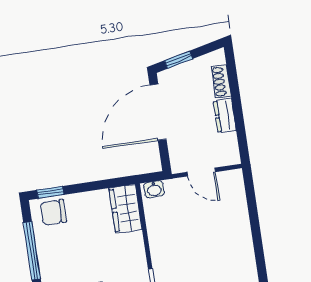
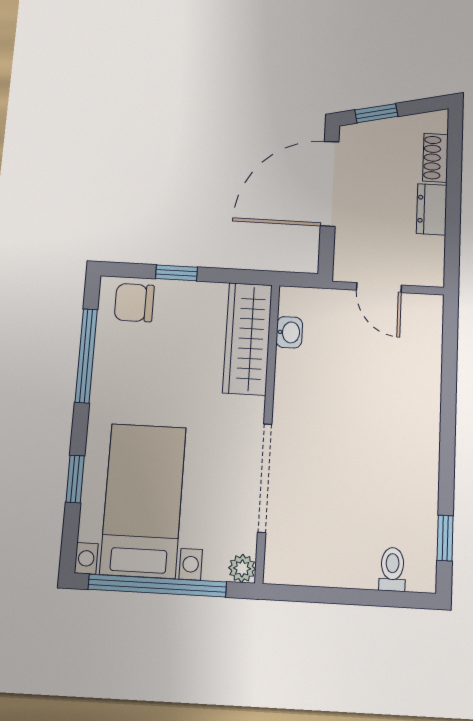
washbasin: (154, 189) -> (289, 332), moved, turned -90
window: (50, 192) -> (177, 273), moved
wardrobe: (126, 209) -> (247, 339), width x1.50

